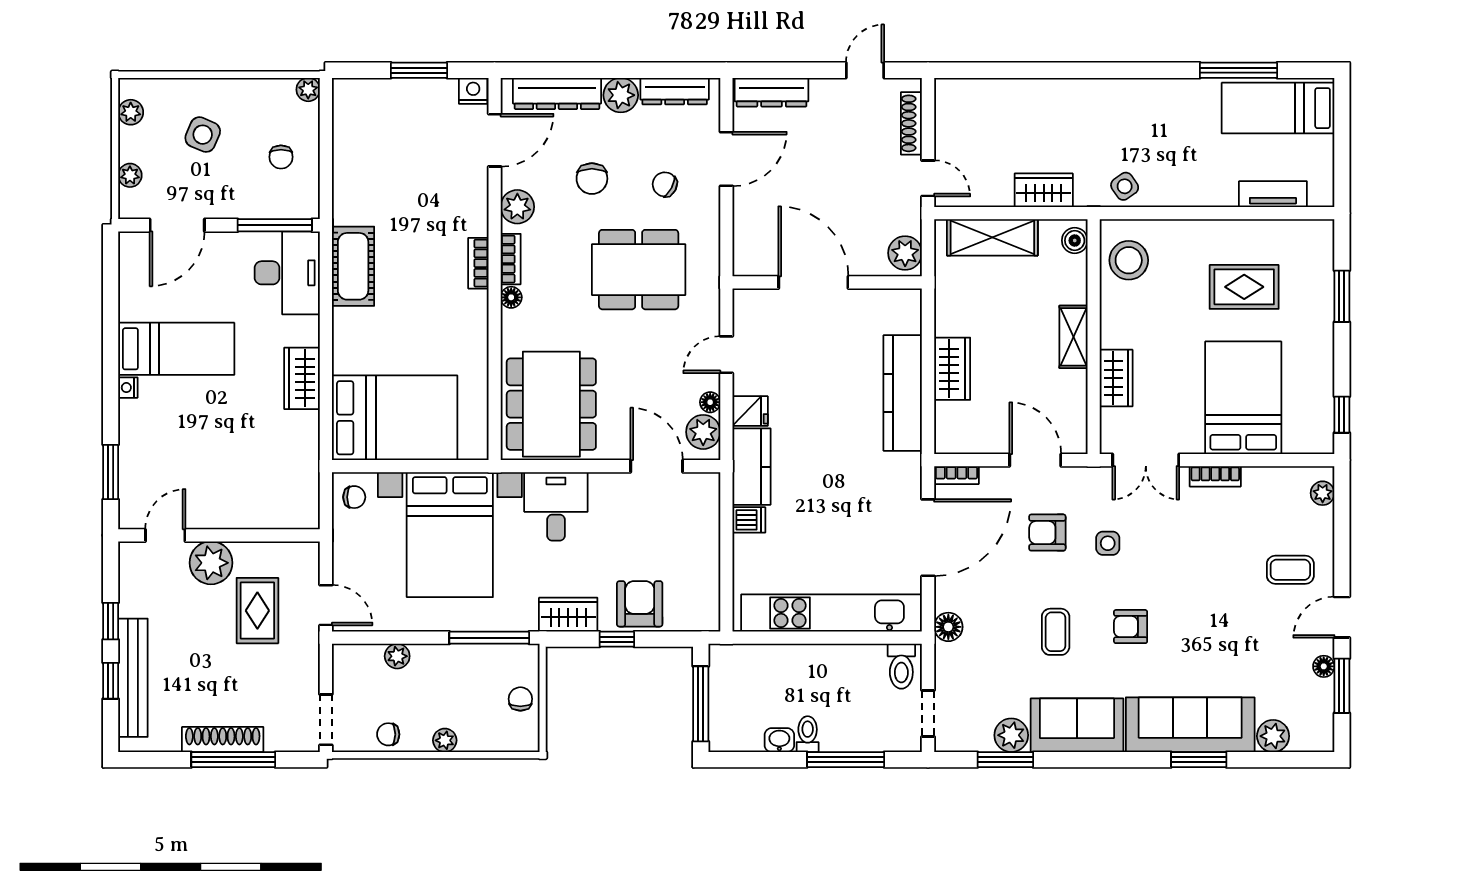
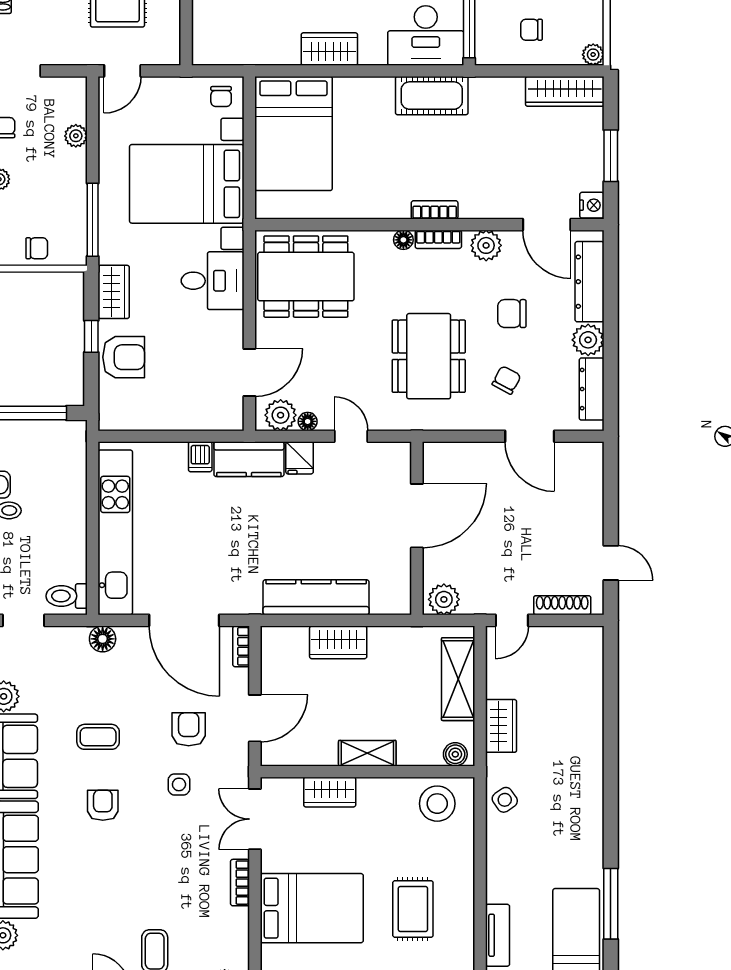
dresser: (772, 92) -> (591, 478), removed
wardrobe: (349, 121) -> (565, 91), added

